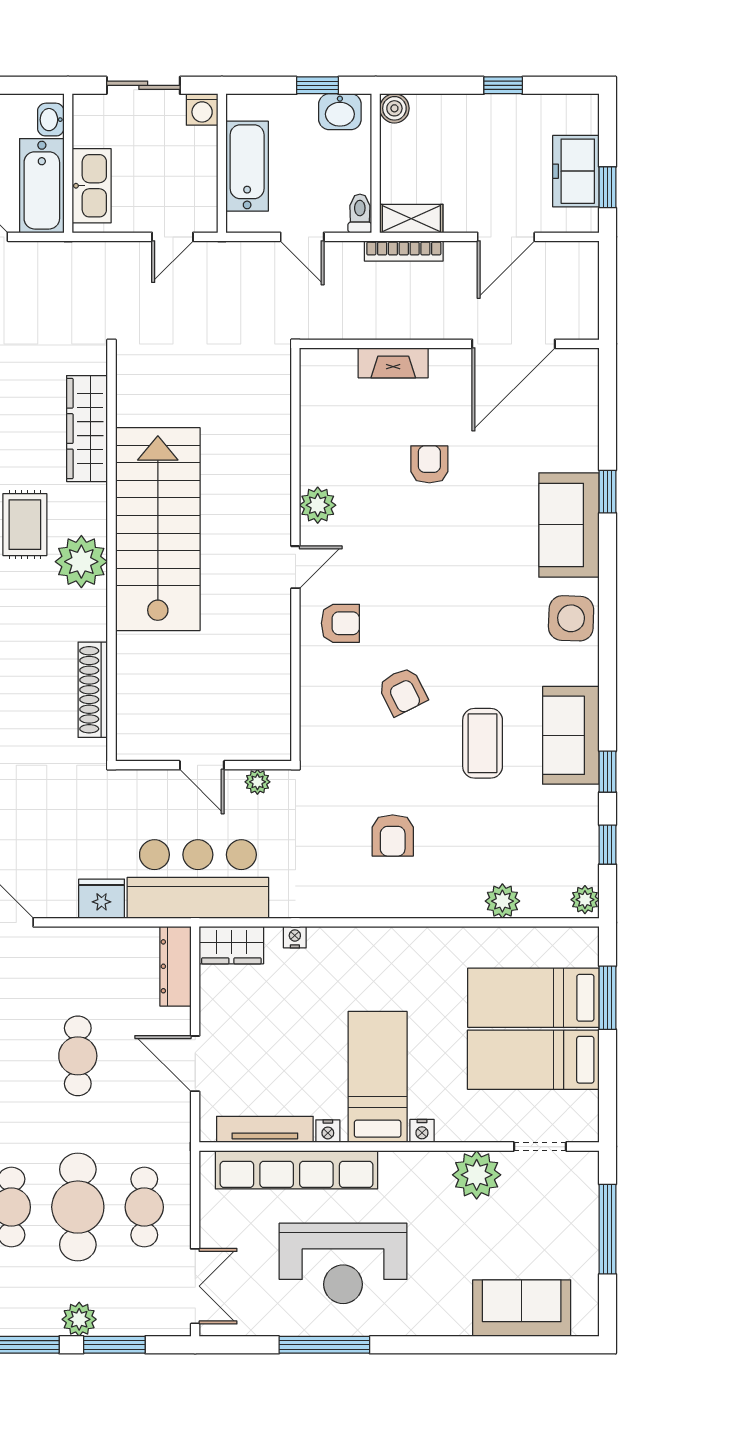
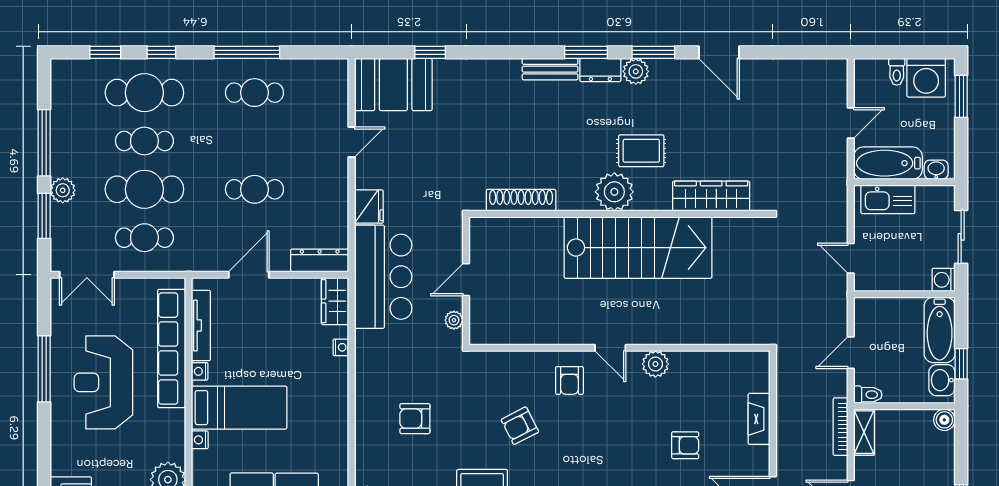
bathtub: (247, 166) -> (940, 330), moved, turned 90

